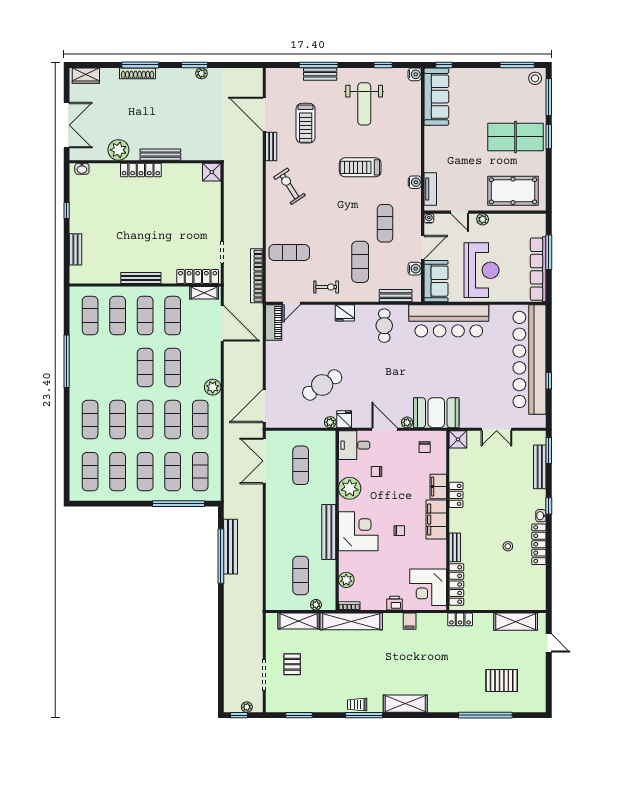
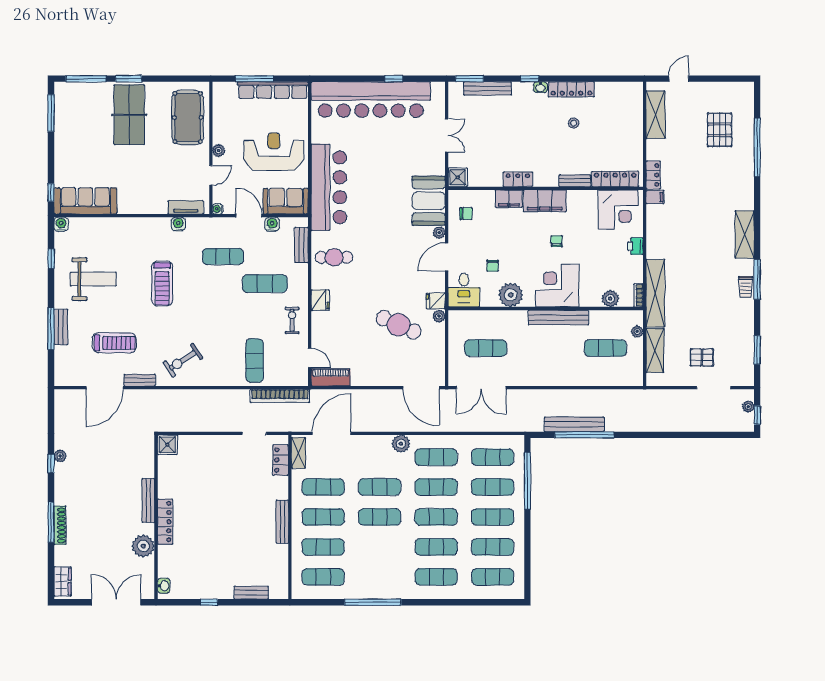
window: (194, 65) -> (51, 463), width x0.67
stool: (535, 78) -> (65, 94), removed
locker: (198, 276) -> (281, 460), width x0.66
cafe table: (322, 385) -> (399, 325), turned -33
filing cabinet: (410, 621) -> (655, 197), moved

